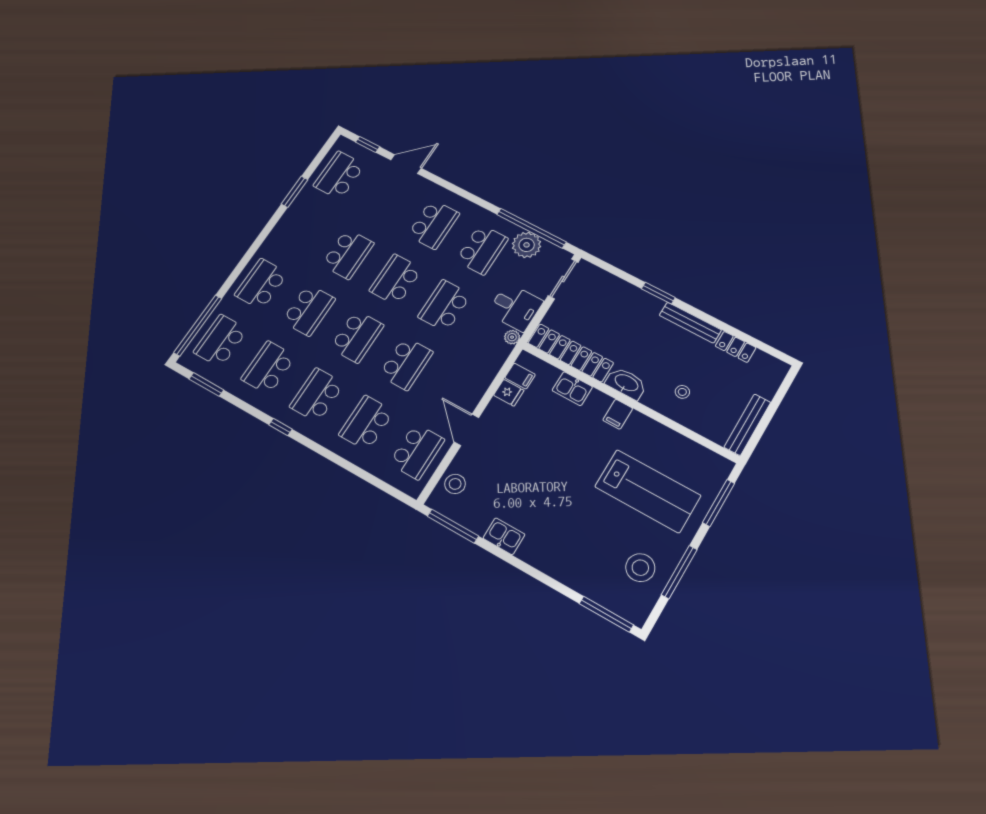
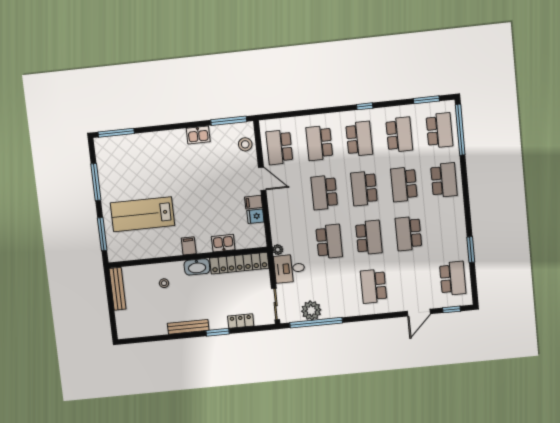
school desk: (482, 250) -> (334, 290), removed
locker: (736, 347) -> (241, 321), moved
filing cabinet: (520, 376) -> (254, 202), moved
school desk: (366, 423) -> (319, 143), turned 180
stool: (640, 568) -> (117, 170), removed

